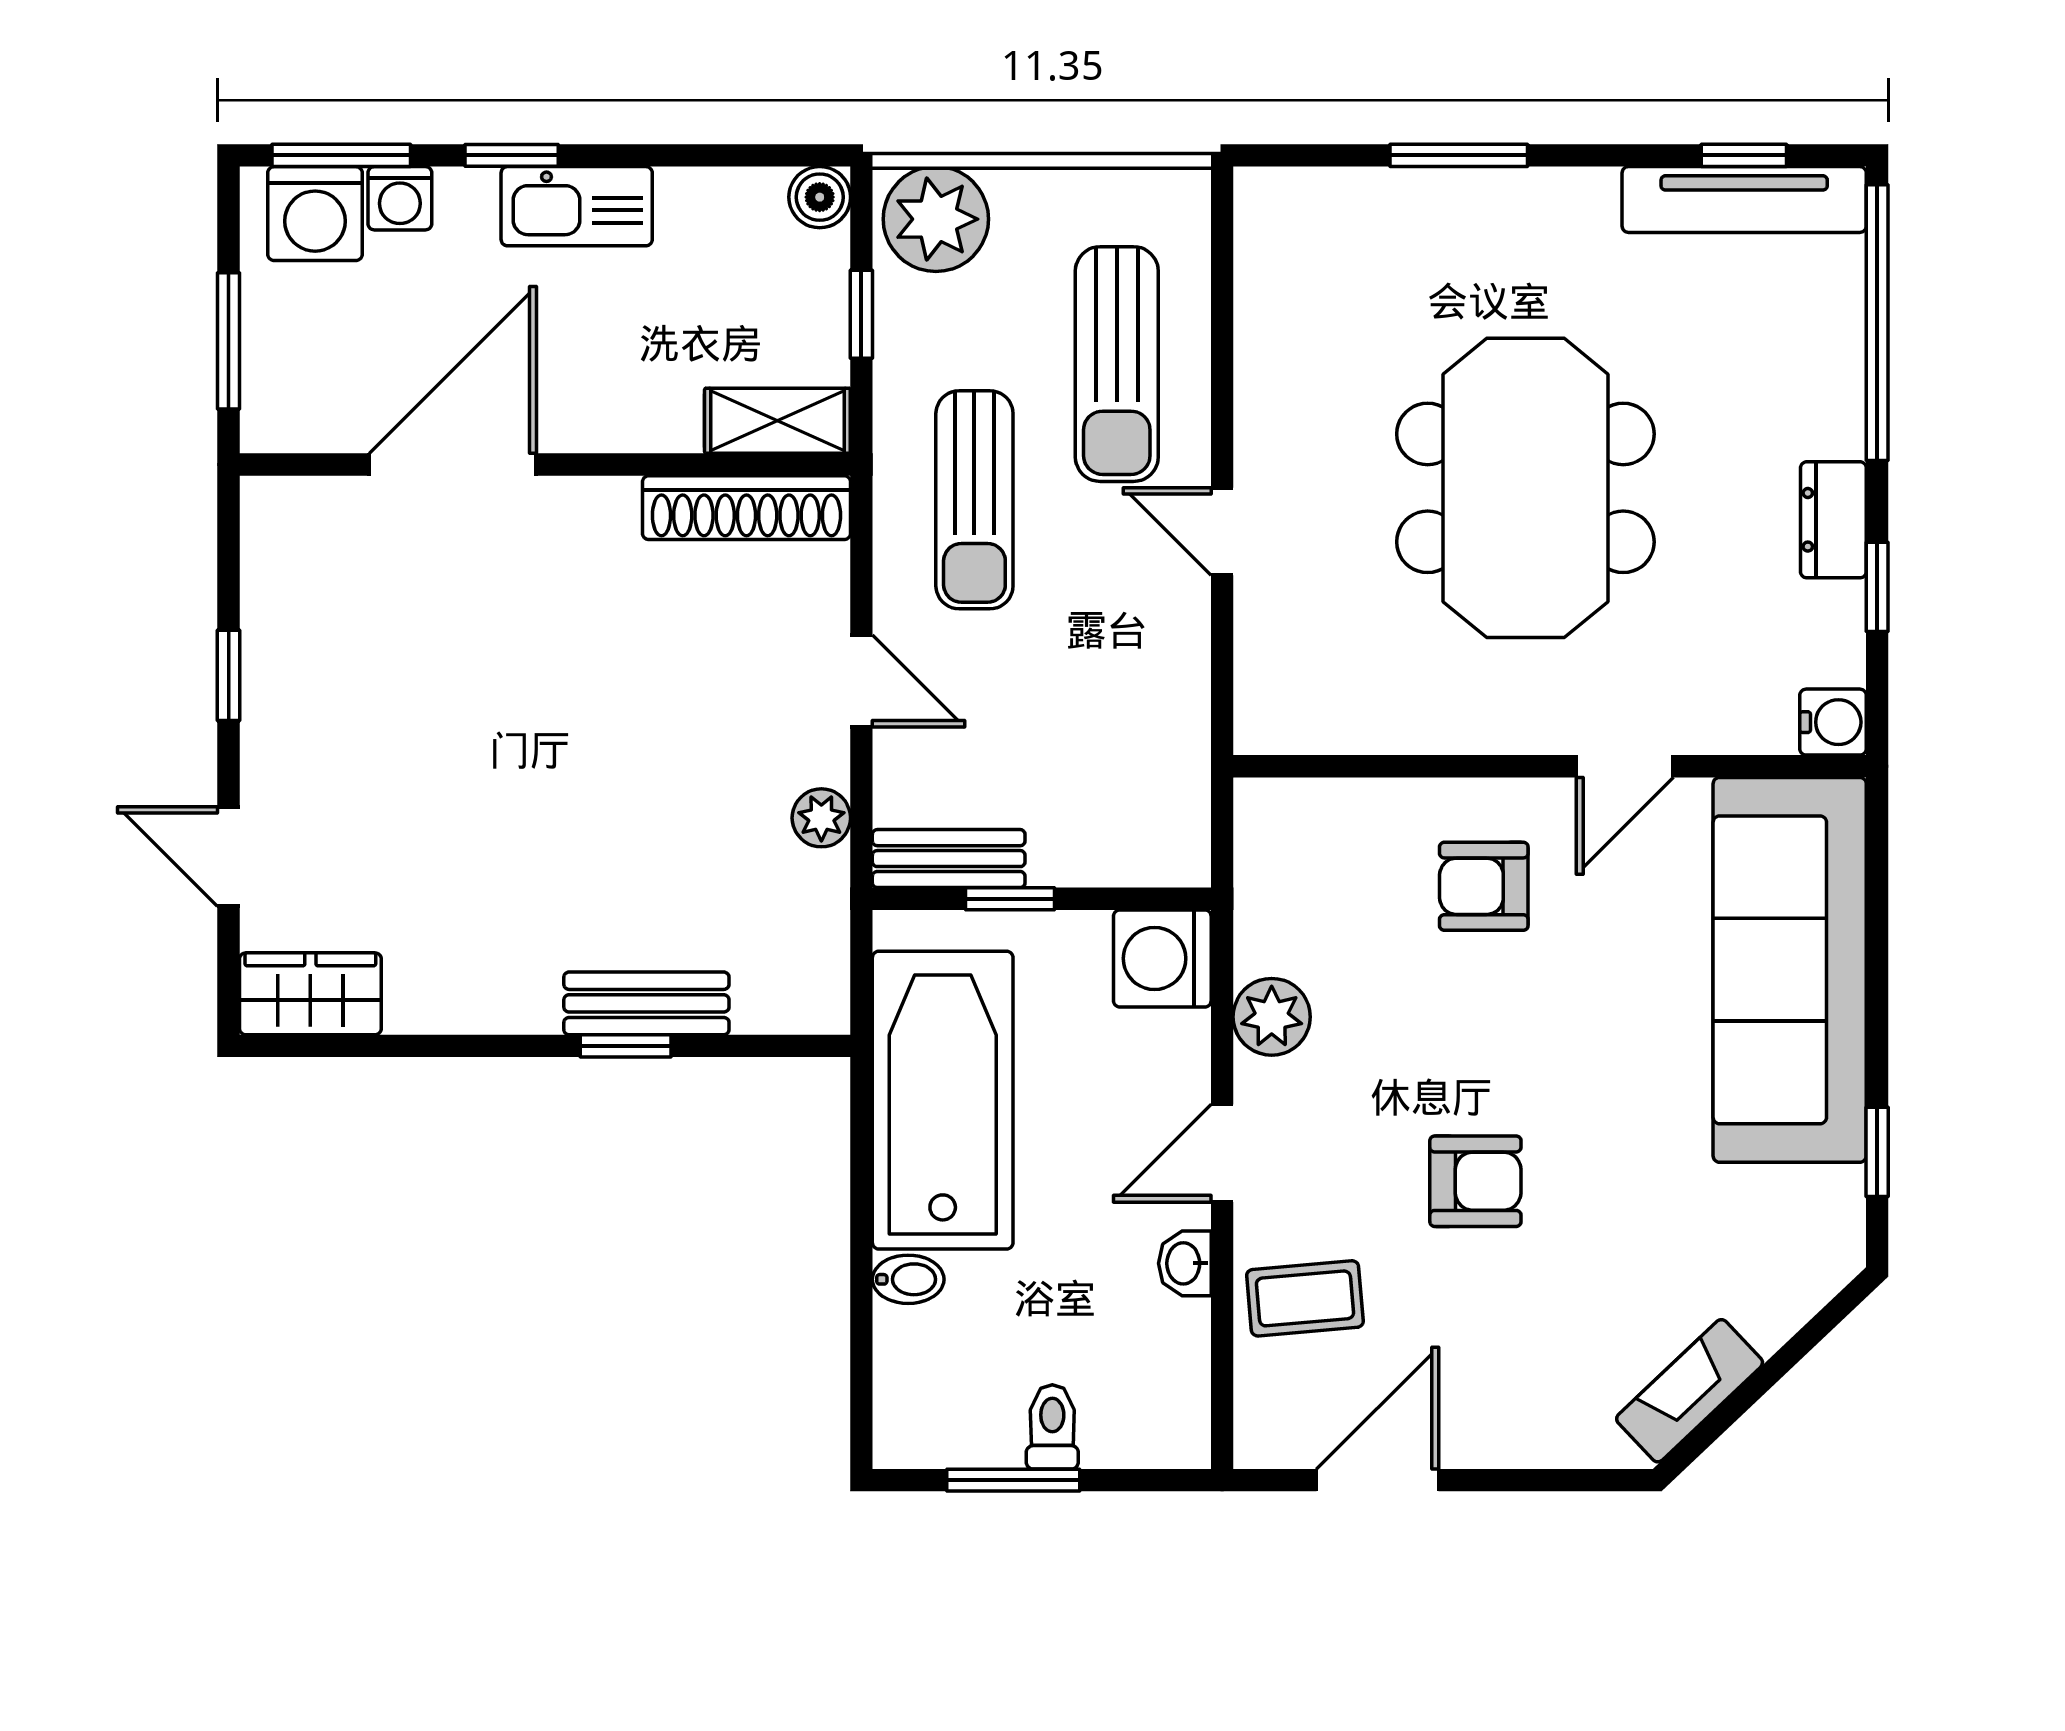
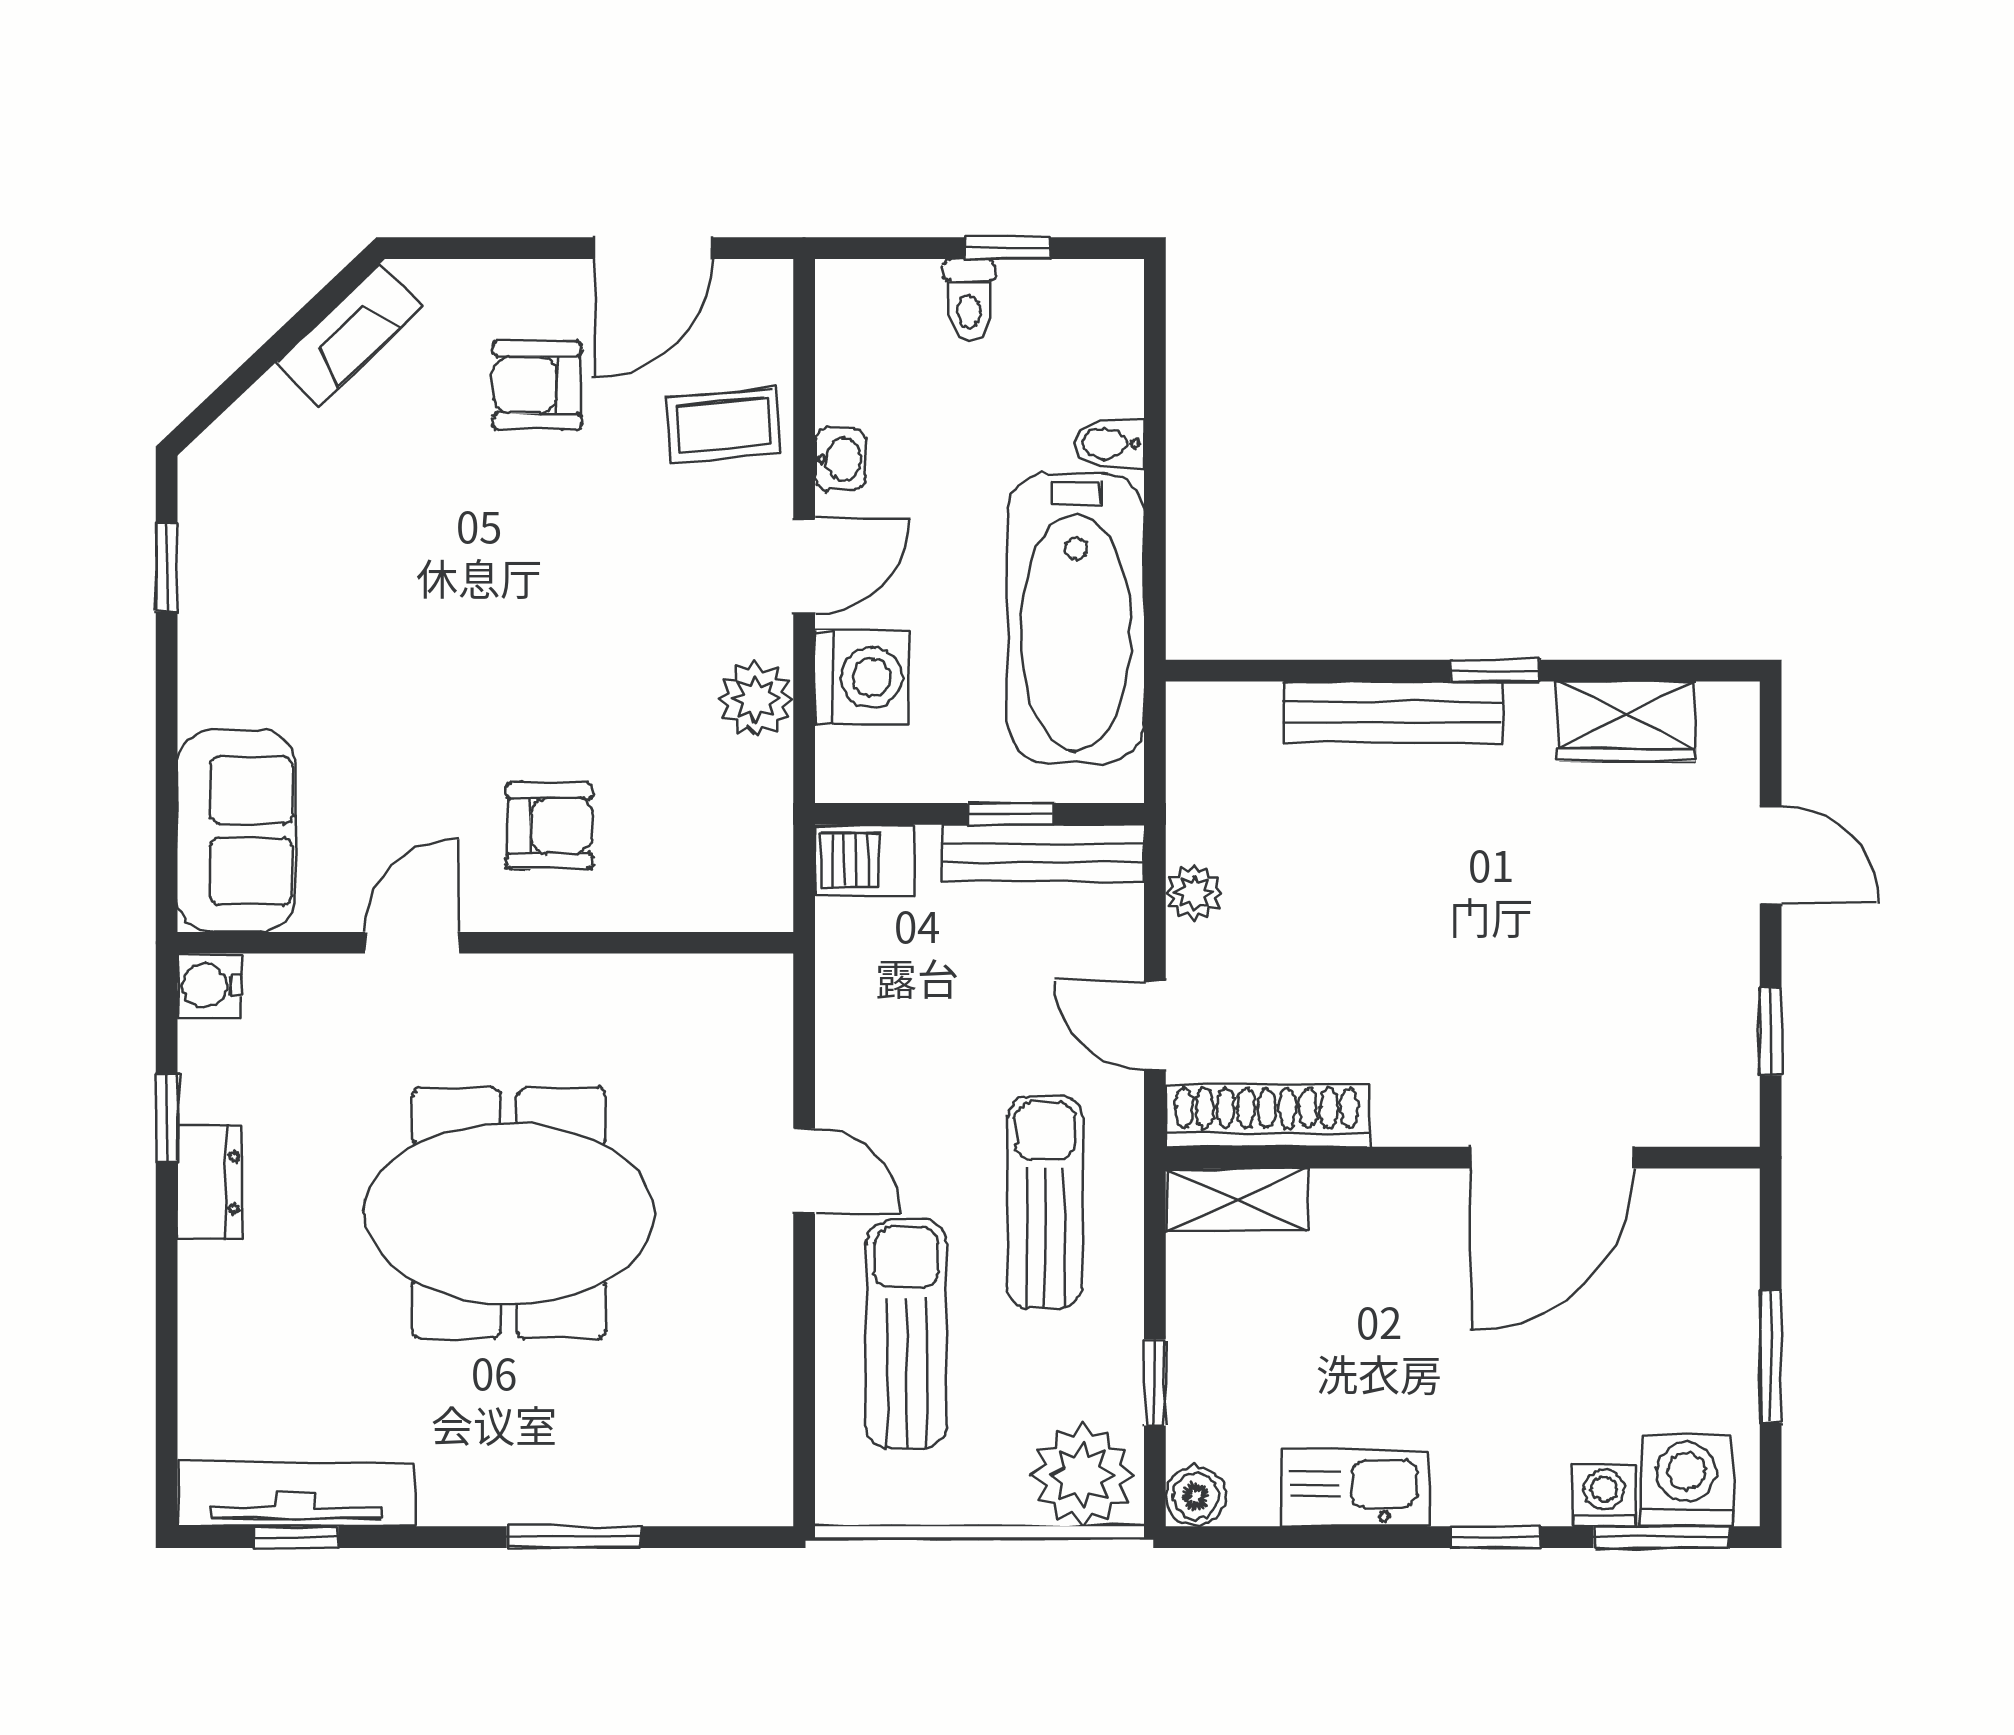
kitchen sink: (577, 206) -> (1355, 1488), moved
window: (1877, 323) -> (167, 1374), removed
shelving: (777, 421) -> (1237, 1200), moved
door: (453, 464) -> (1553, 1158), moved
wall: (545, 464) -> (1463, 1158), moved
meeting table: (1525, 488) -> (509, 1214), turned 90
shoe rack: (746, 508) -> (1267, 1116), moved
barbecue: (1160, 851) -> (865, 860), added
bench: (949, 859) -> (1043, 853), width x1.36
washing machine: (1162, 958) -> (862, 678), moved
sofa: (1790, 970) -> (236, 831), width x0.54, depth x0.79
wardrobe: (310, 994) -> (1626, 721), moved
bench: (646, 1003) -> (1393, 712), width x1.36
window: (626, 1046) -> (1495, 671), moved
armchair: (1475, 1181) -> (537, 385), moved
window: (1013, 1480) -> (1007, 248), width x0.67

